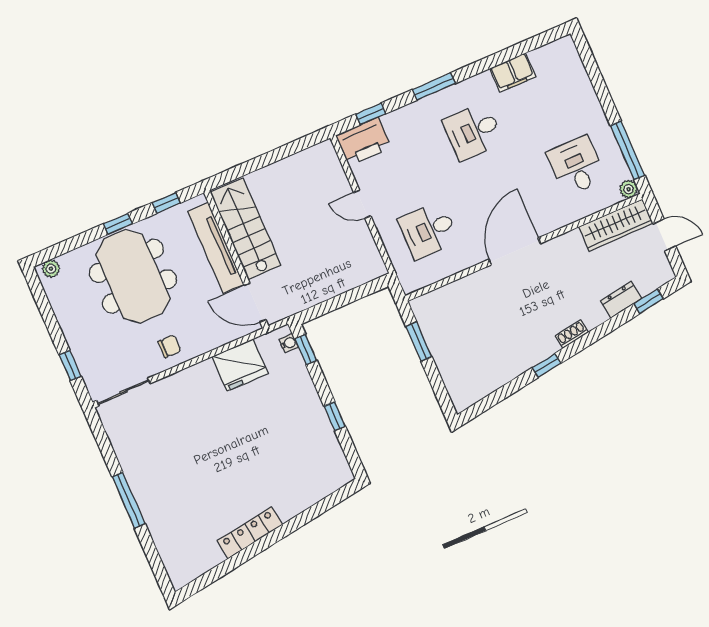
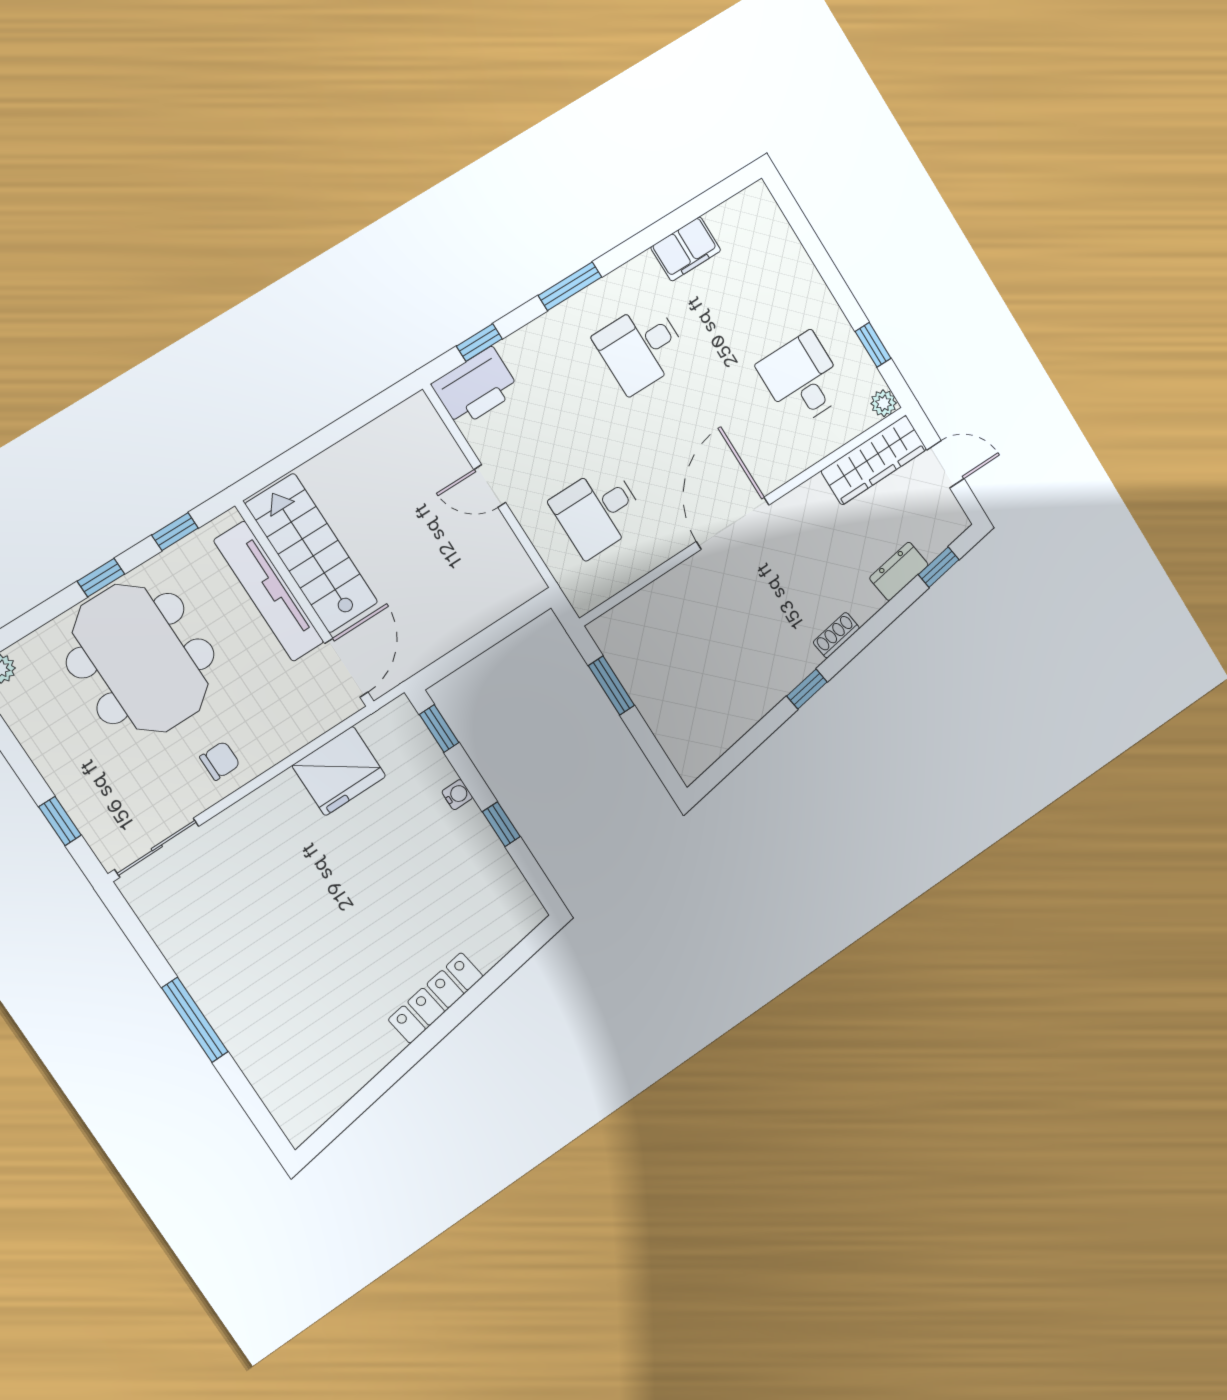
window: (628, 150) -> (873, 345), width x0.46
door: (255, 303) -> (346, 668), swing flipped
water cooler: (289, 343) -> (457, 795), moved
locker: (250, 533) -> (436, 998), moved

